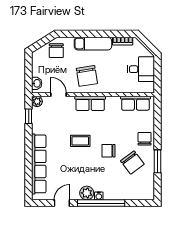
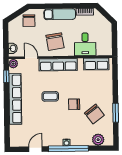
desk: (141, 69) -> (85, 44), moved, turned 90
row of seats: (90, 103) -> (58, 65), width x1.48
chair: (145, 139) -> (104, 94), removed
row of seats: (39, 164) -> (15, 99), moved
plant: (87, 193) -> (98, 140), moved

